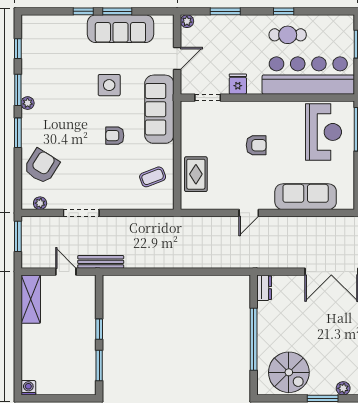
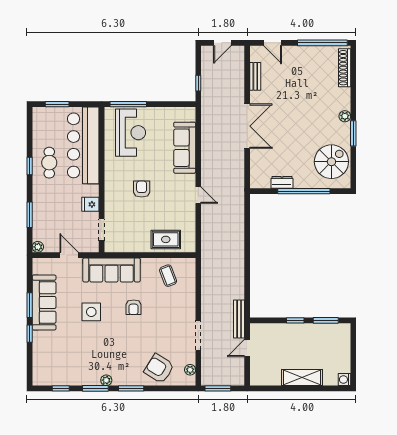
reception desk: (324, 132) -> (130, 133), turned 90
dresser: (264, 288) -> (282, 182), moved
shelving: (31, 299) -> (302, 377), moved

